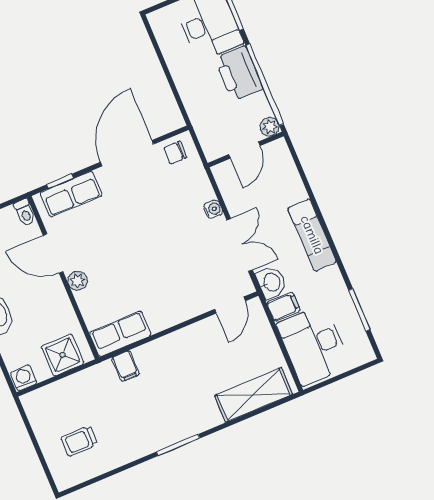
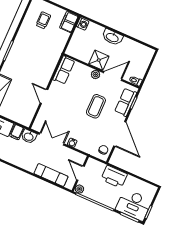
printer: (239, 73) -> (114, 177), moved, turned 180
coffee table: (123, 231) -> (96, 106), added
exam couch: (312, 235) -> (51, 175), moved
double door: (240, 245) -> (52, 139), swing flipped
door: (230, 305) -> (44, 96), moved
shower: (63, 355) -> (99, 60), moved
filing cabinet: (126, 366) -> (69, 22), moved, width x2.00

